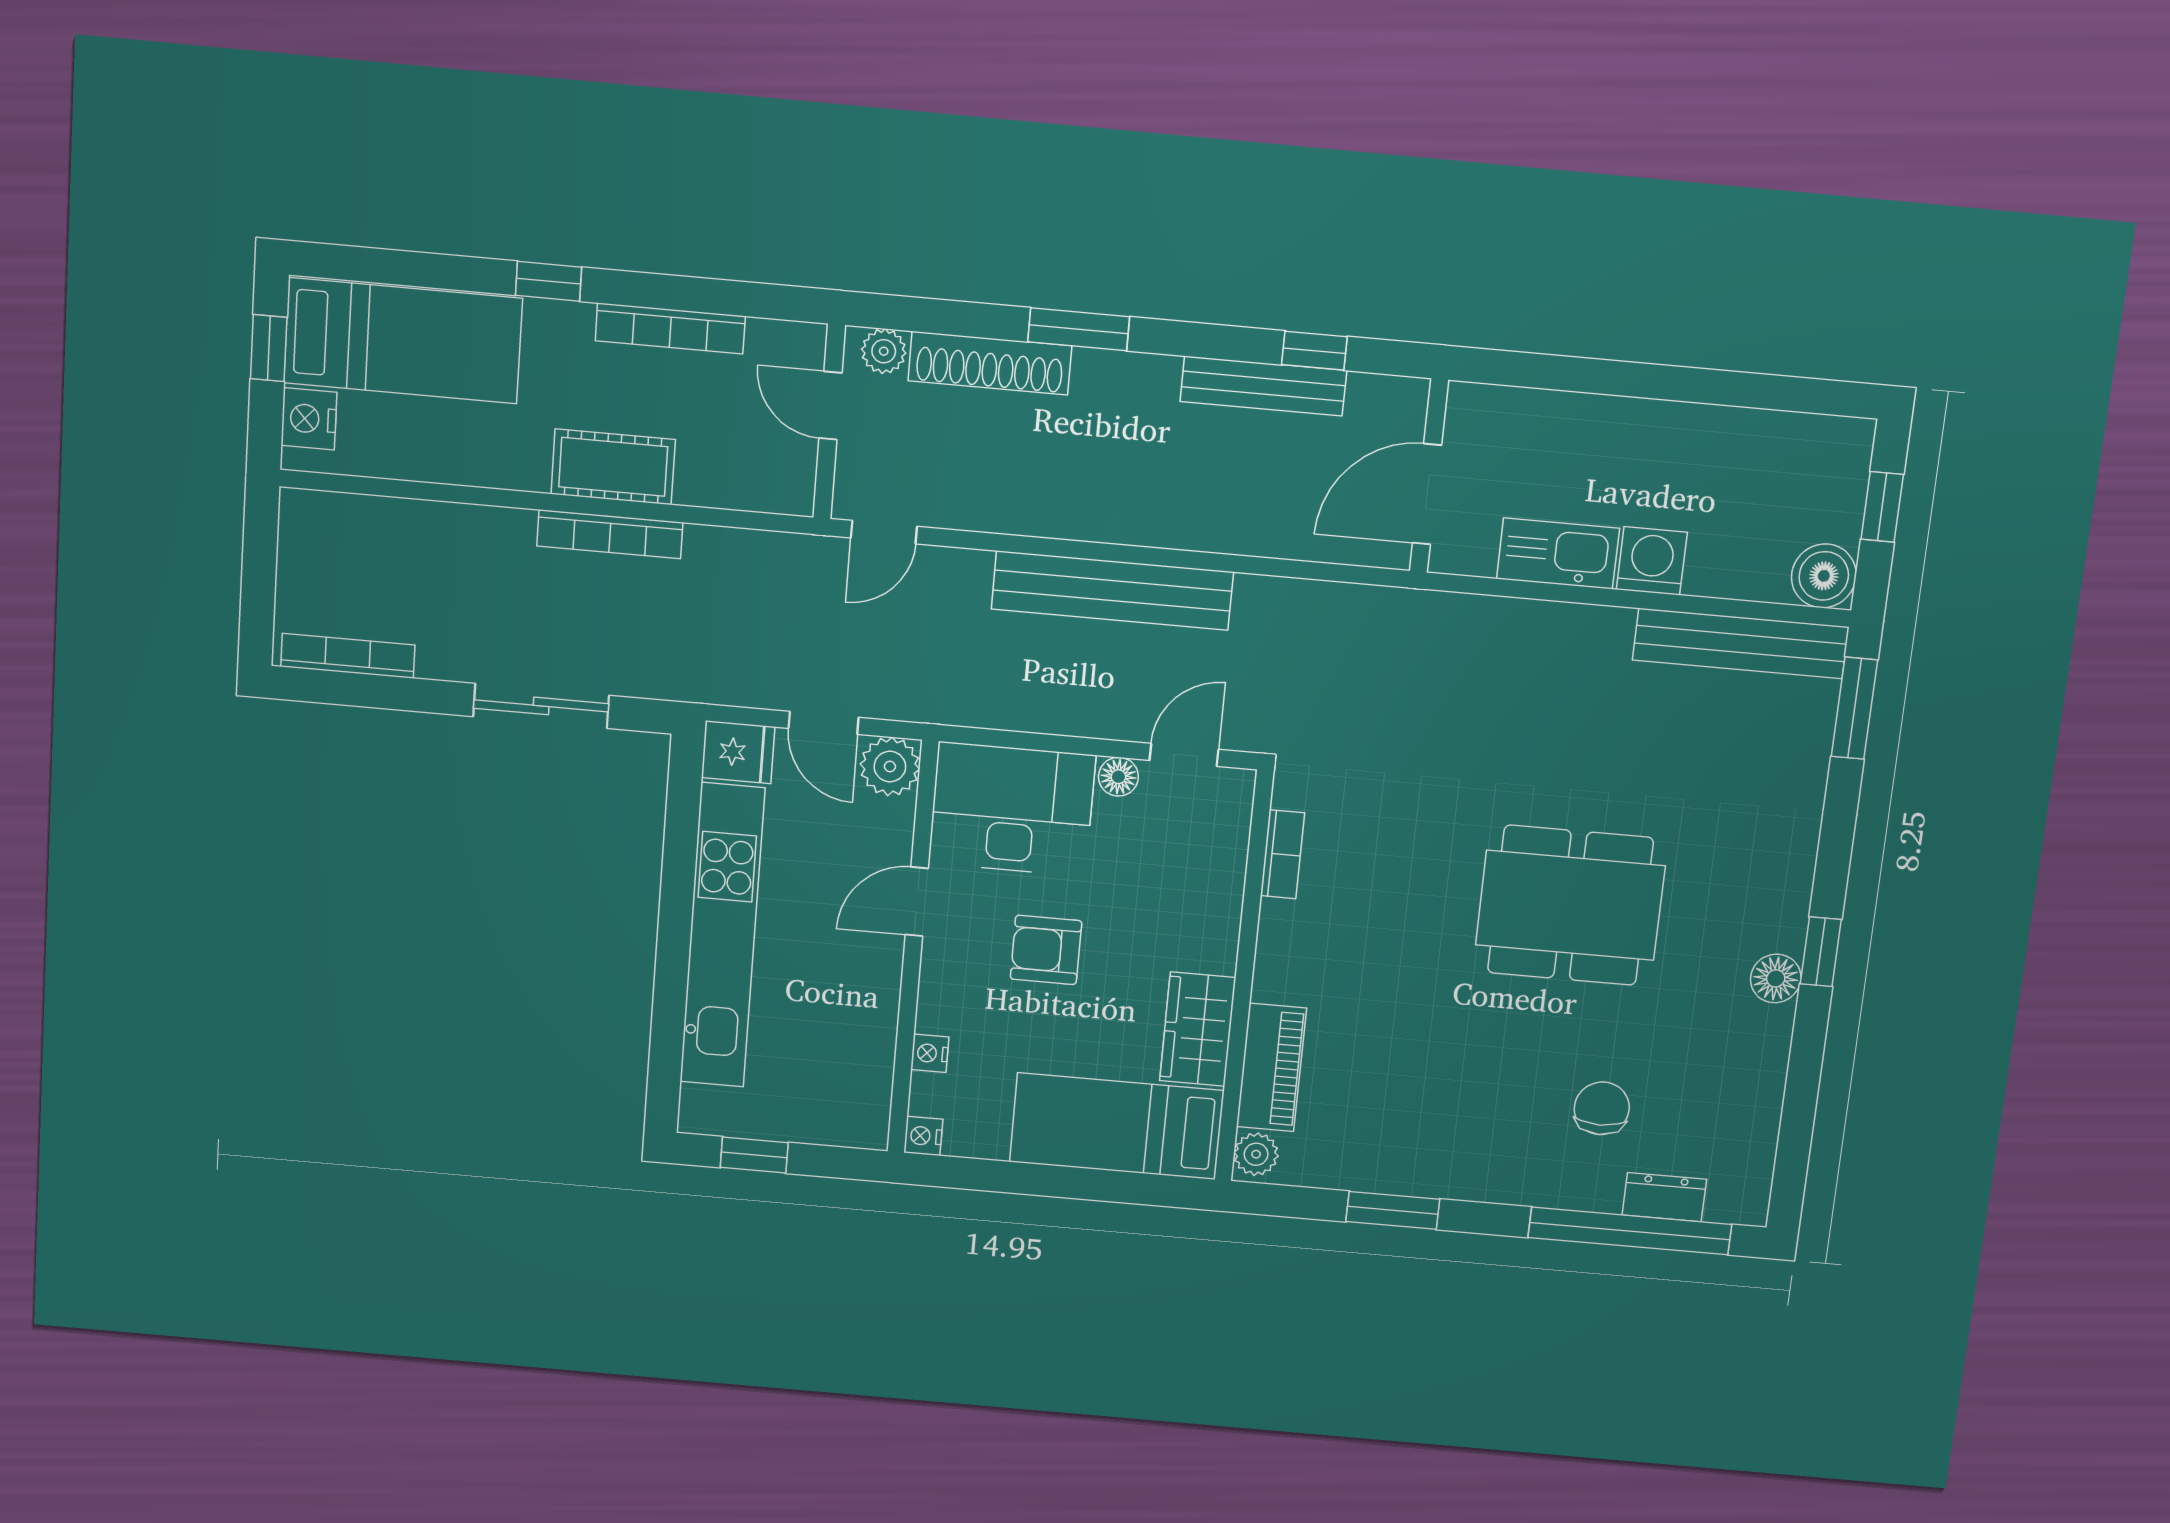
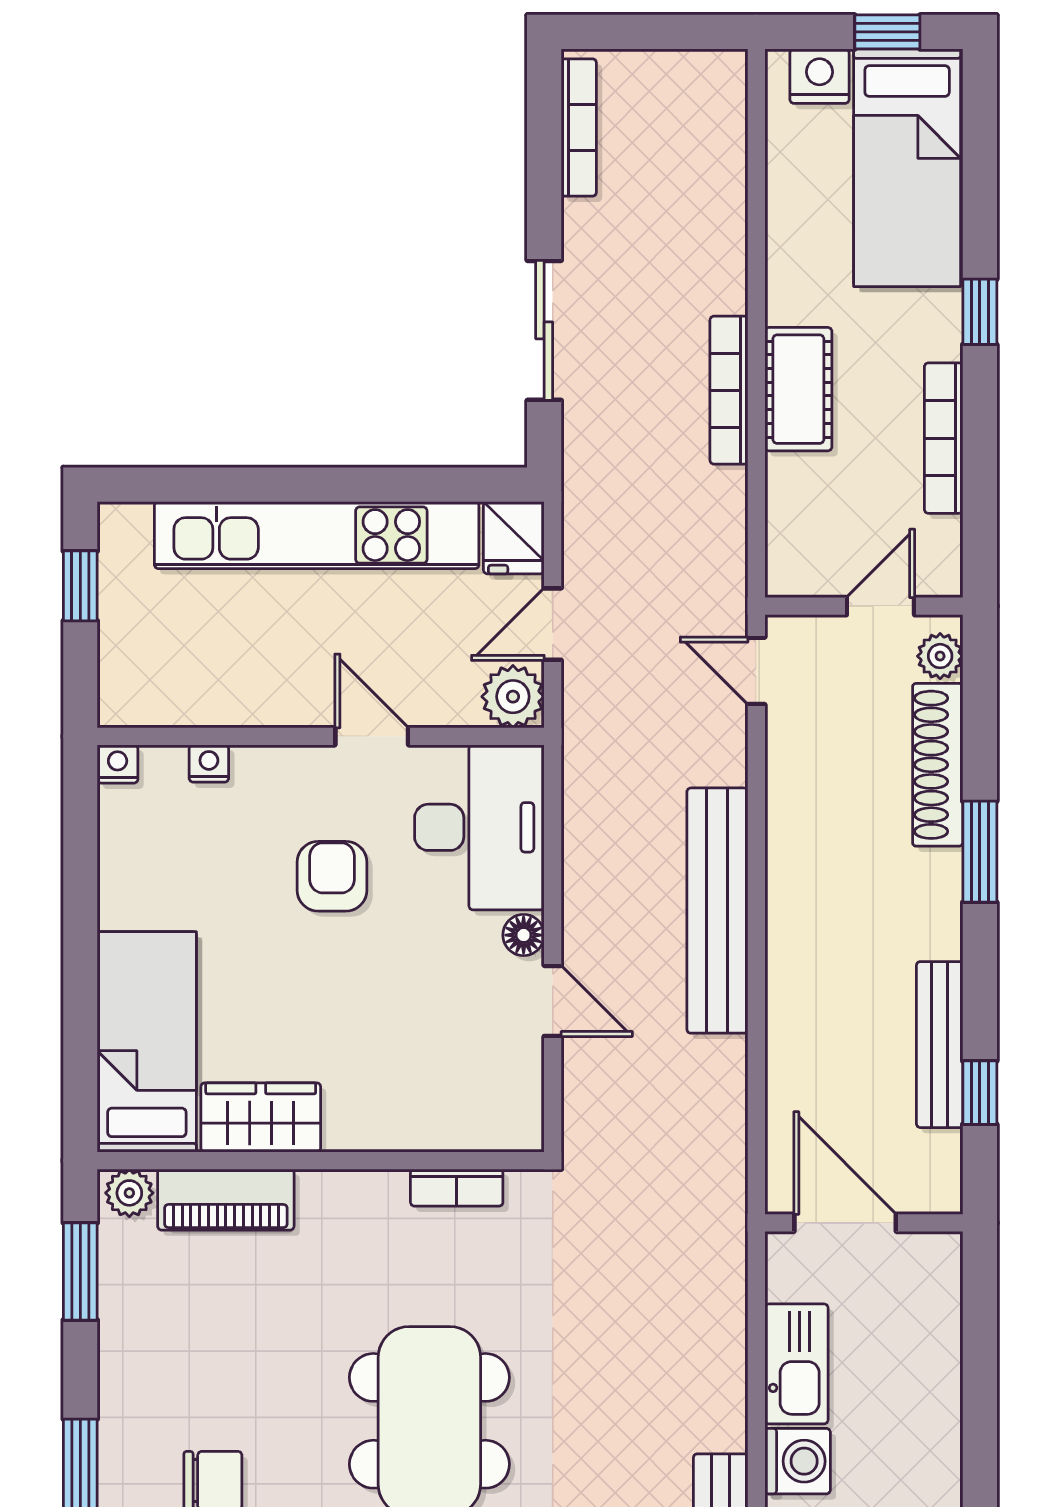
bookcase: (1283, 854) -> (457, 1188), moved
wall: (1244, 978) -> (321, 1161), moved
wardrobe: (1198, 1029) -> (261, 1117), moved
piano: (1271, 1068) -> (226, 1200), moved
bed: (1117, 1126) -> (147, 1042), moved
plant: (1256, 1154) -> (129, 1193), moved

